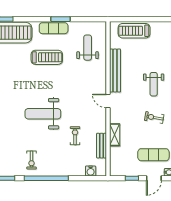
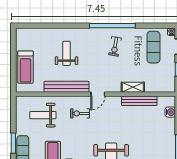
weight bench: (154, 84) -> (67, 53), moved, turned -90
exercise bike: (75, 136) -> (80, 113), moved
bench: (102, 146) -> (139, 101), width x1.36

